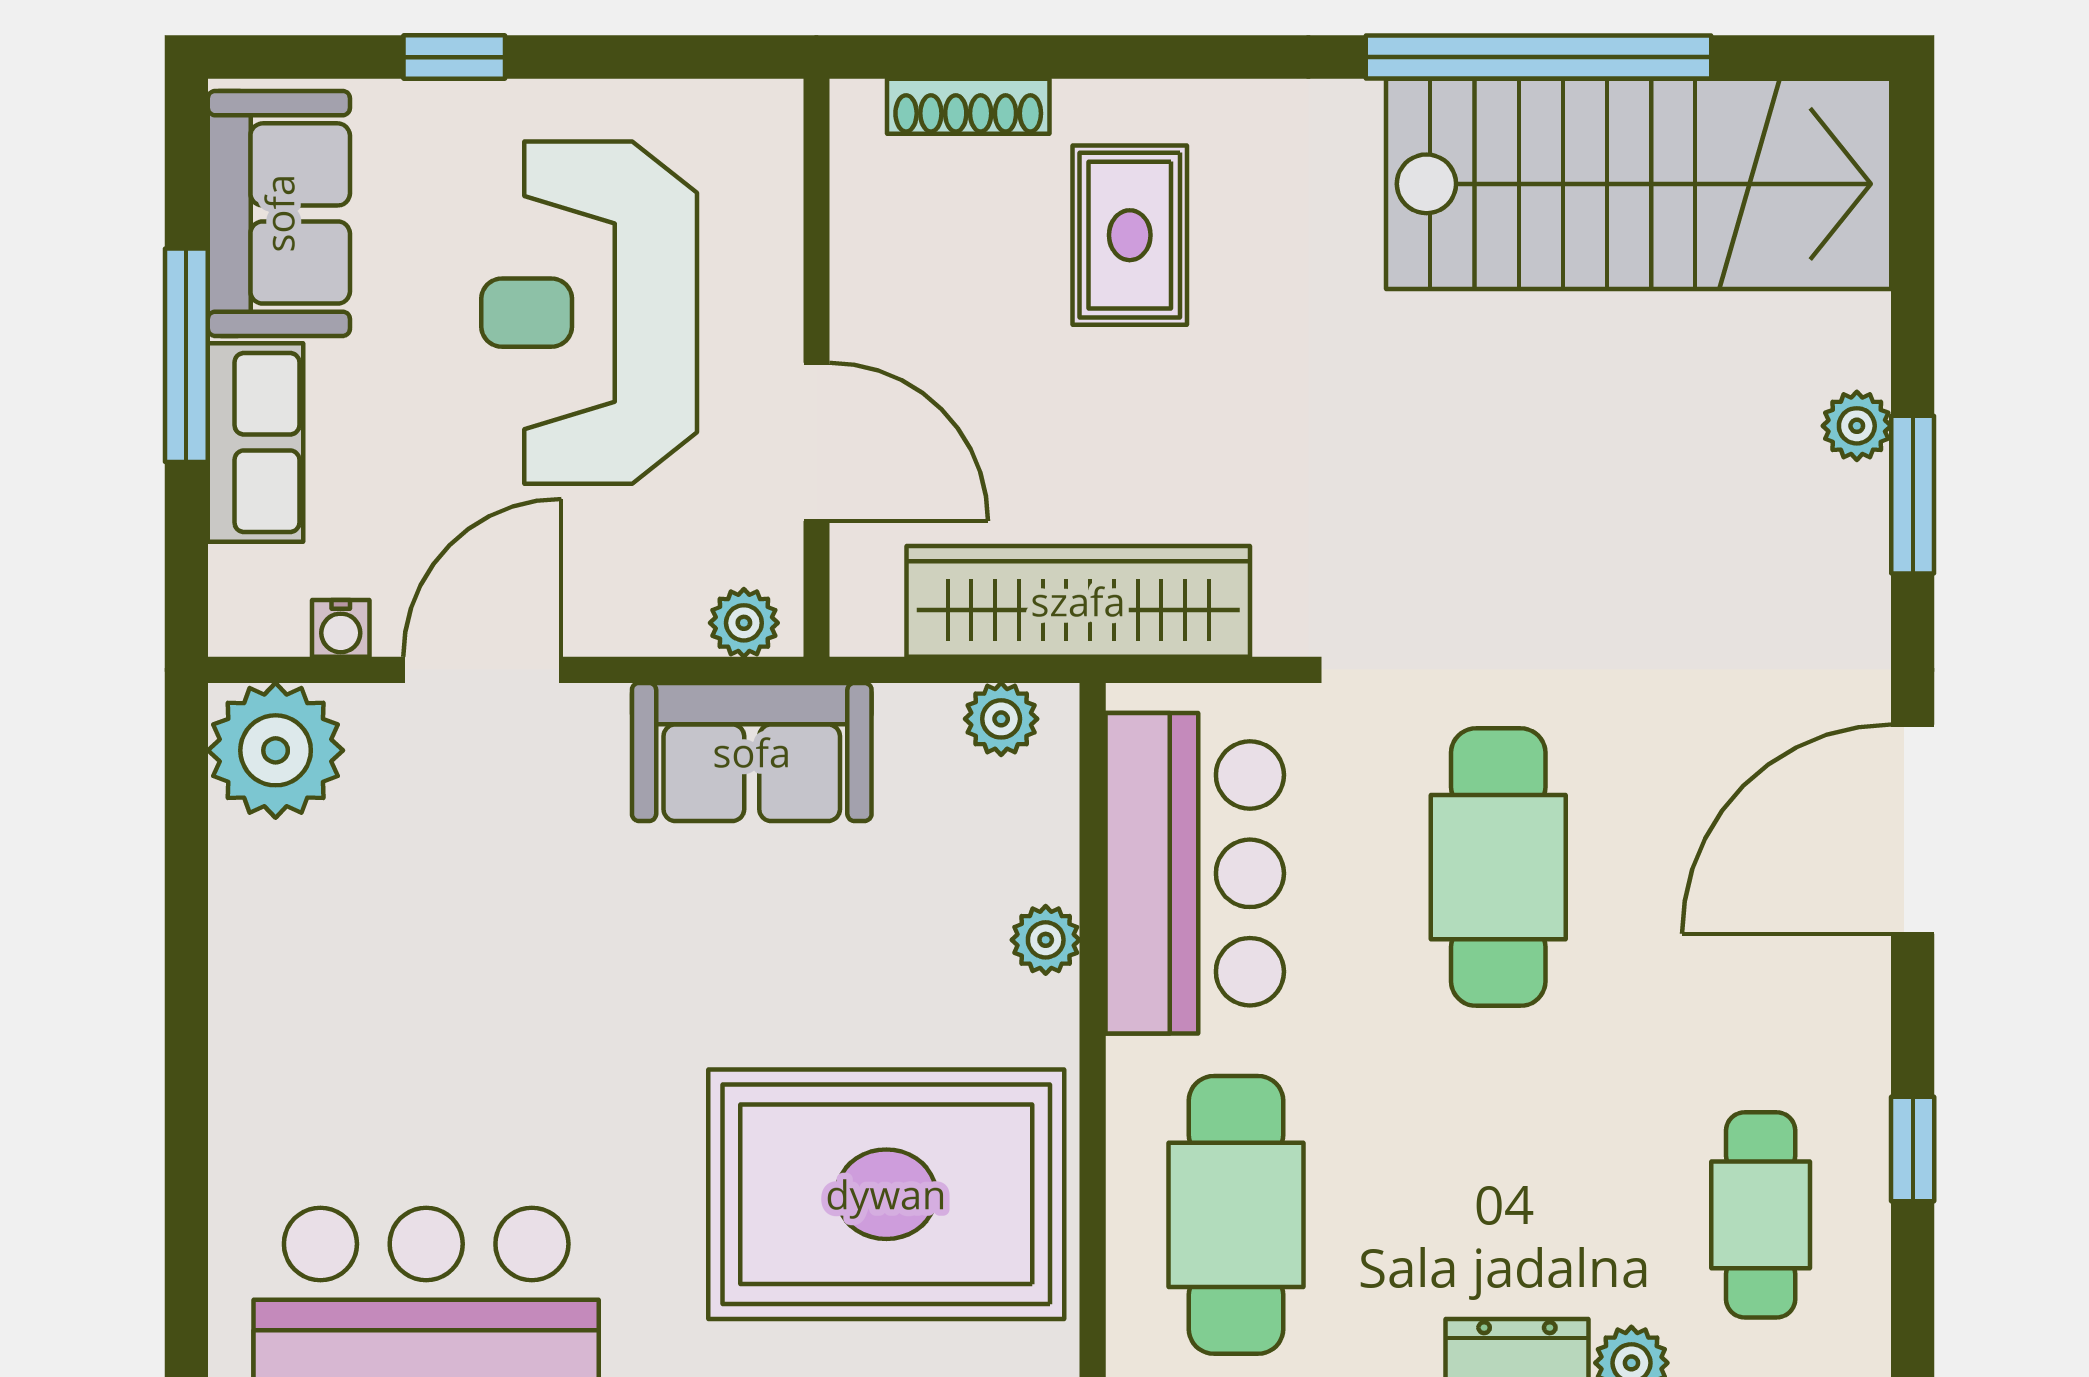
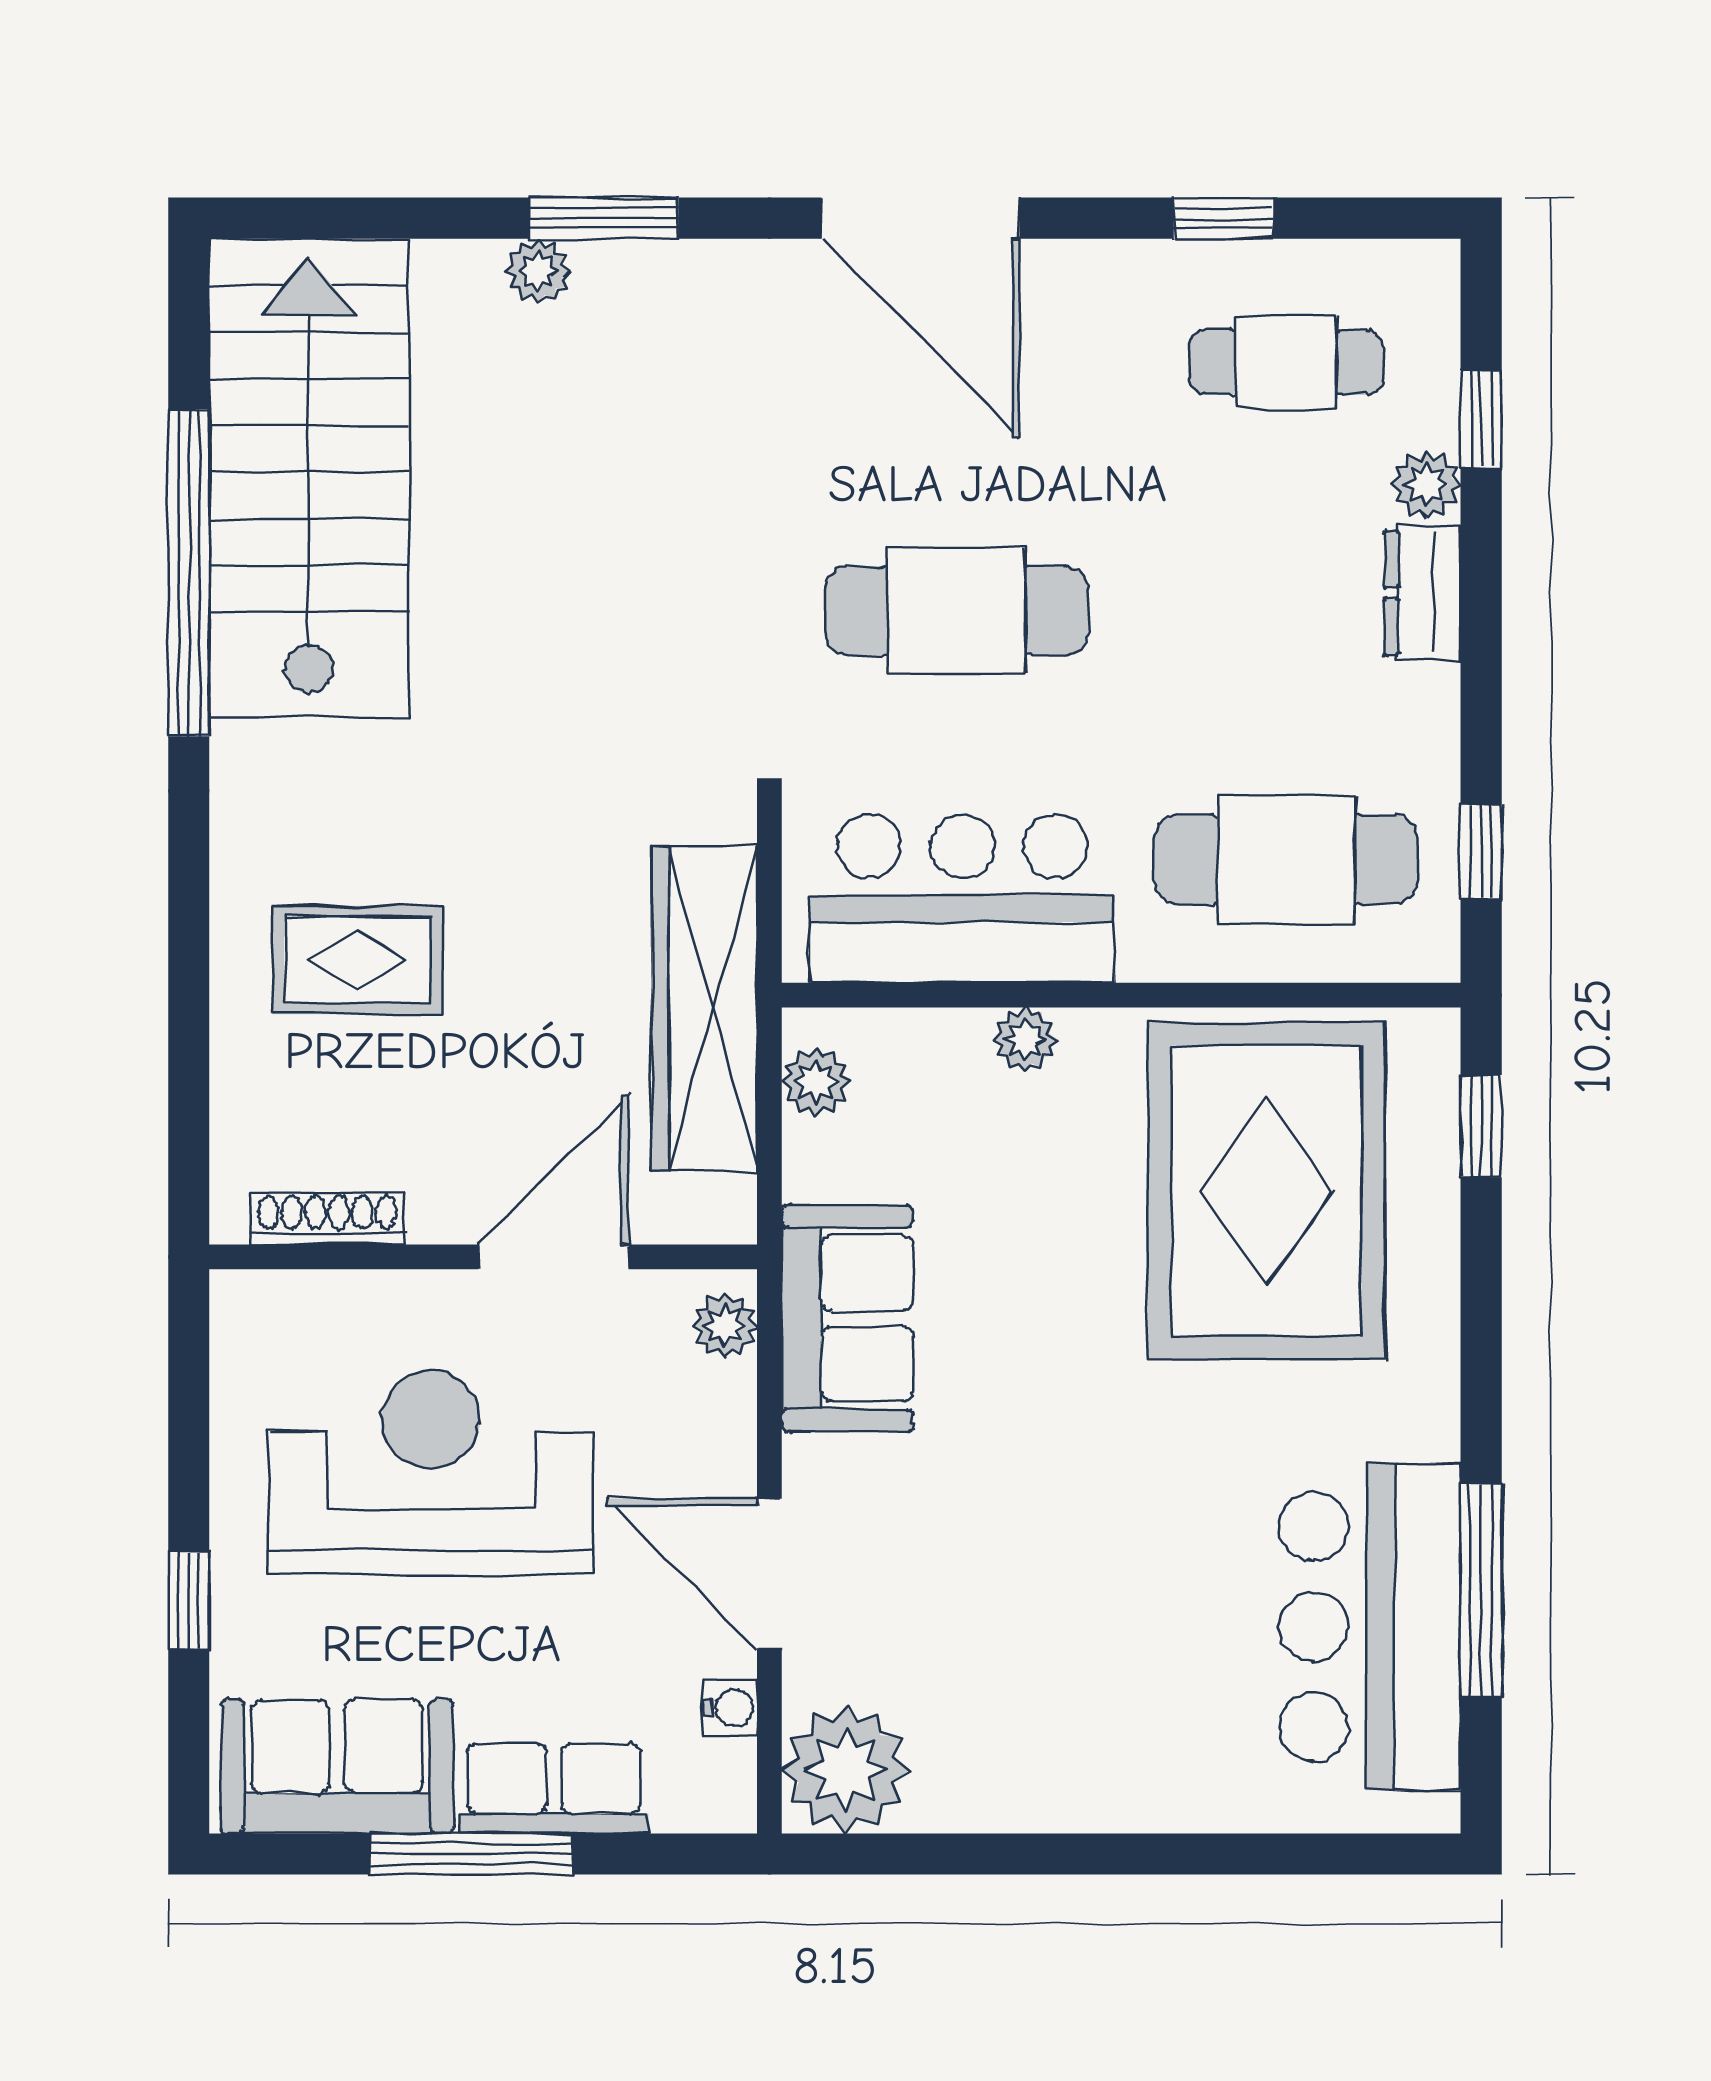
shoe rack: (968, 106) -> (327, 1219), moved, turned -90
reception desk: (589, 313) -> (431, 1472), turned 180

